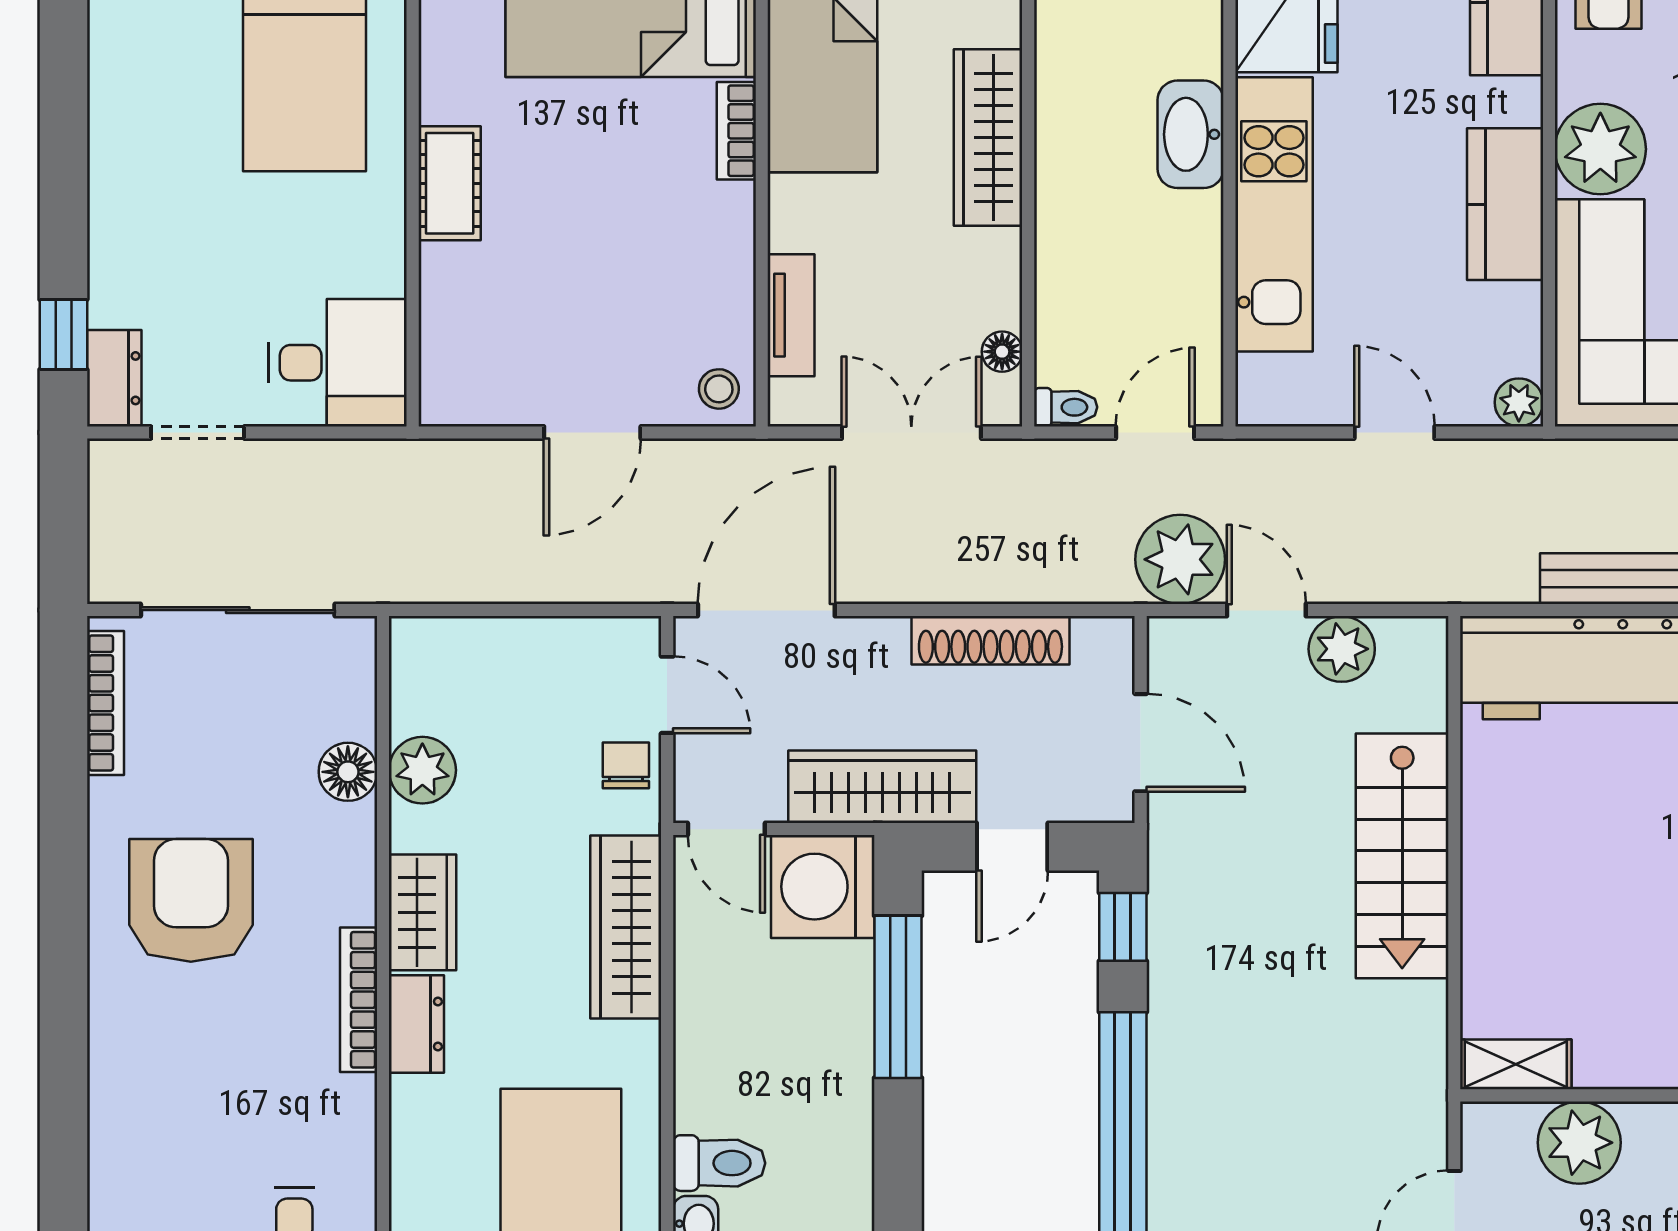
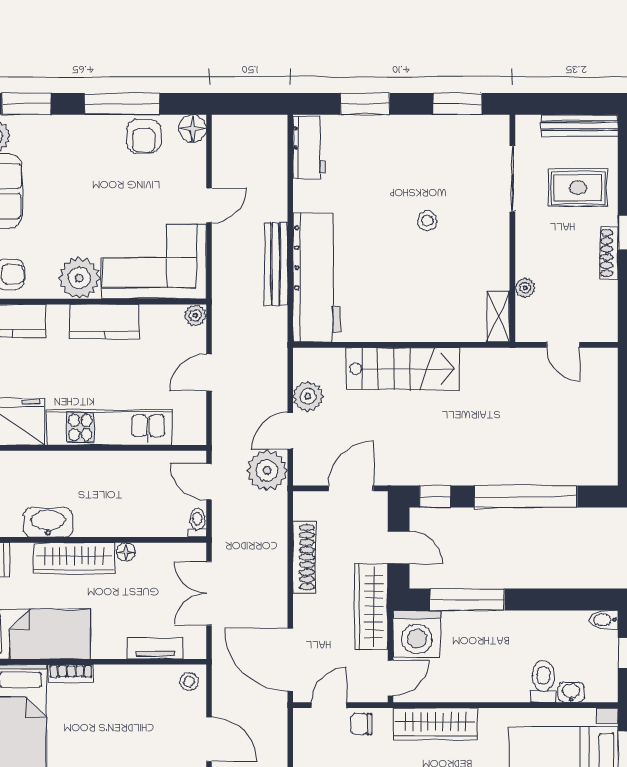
washbasin: (1191, 134) -> (48, 522), moved, turned 180
floor lamp: (1002, 352) -> (126, 552), moved
plant: (1579, 1143) -> (525, 288), width x0.53, depth x0.53

